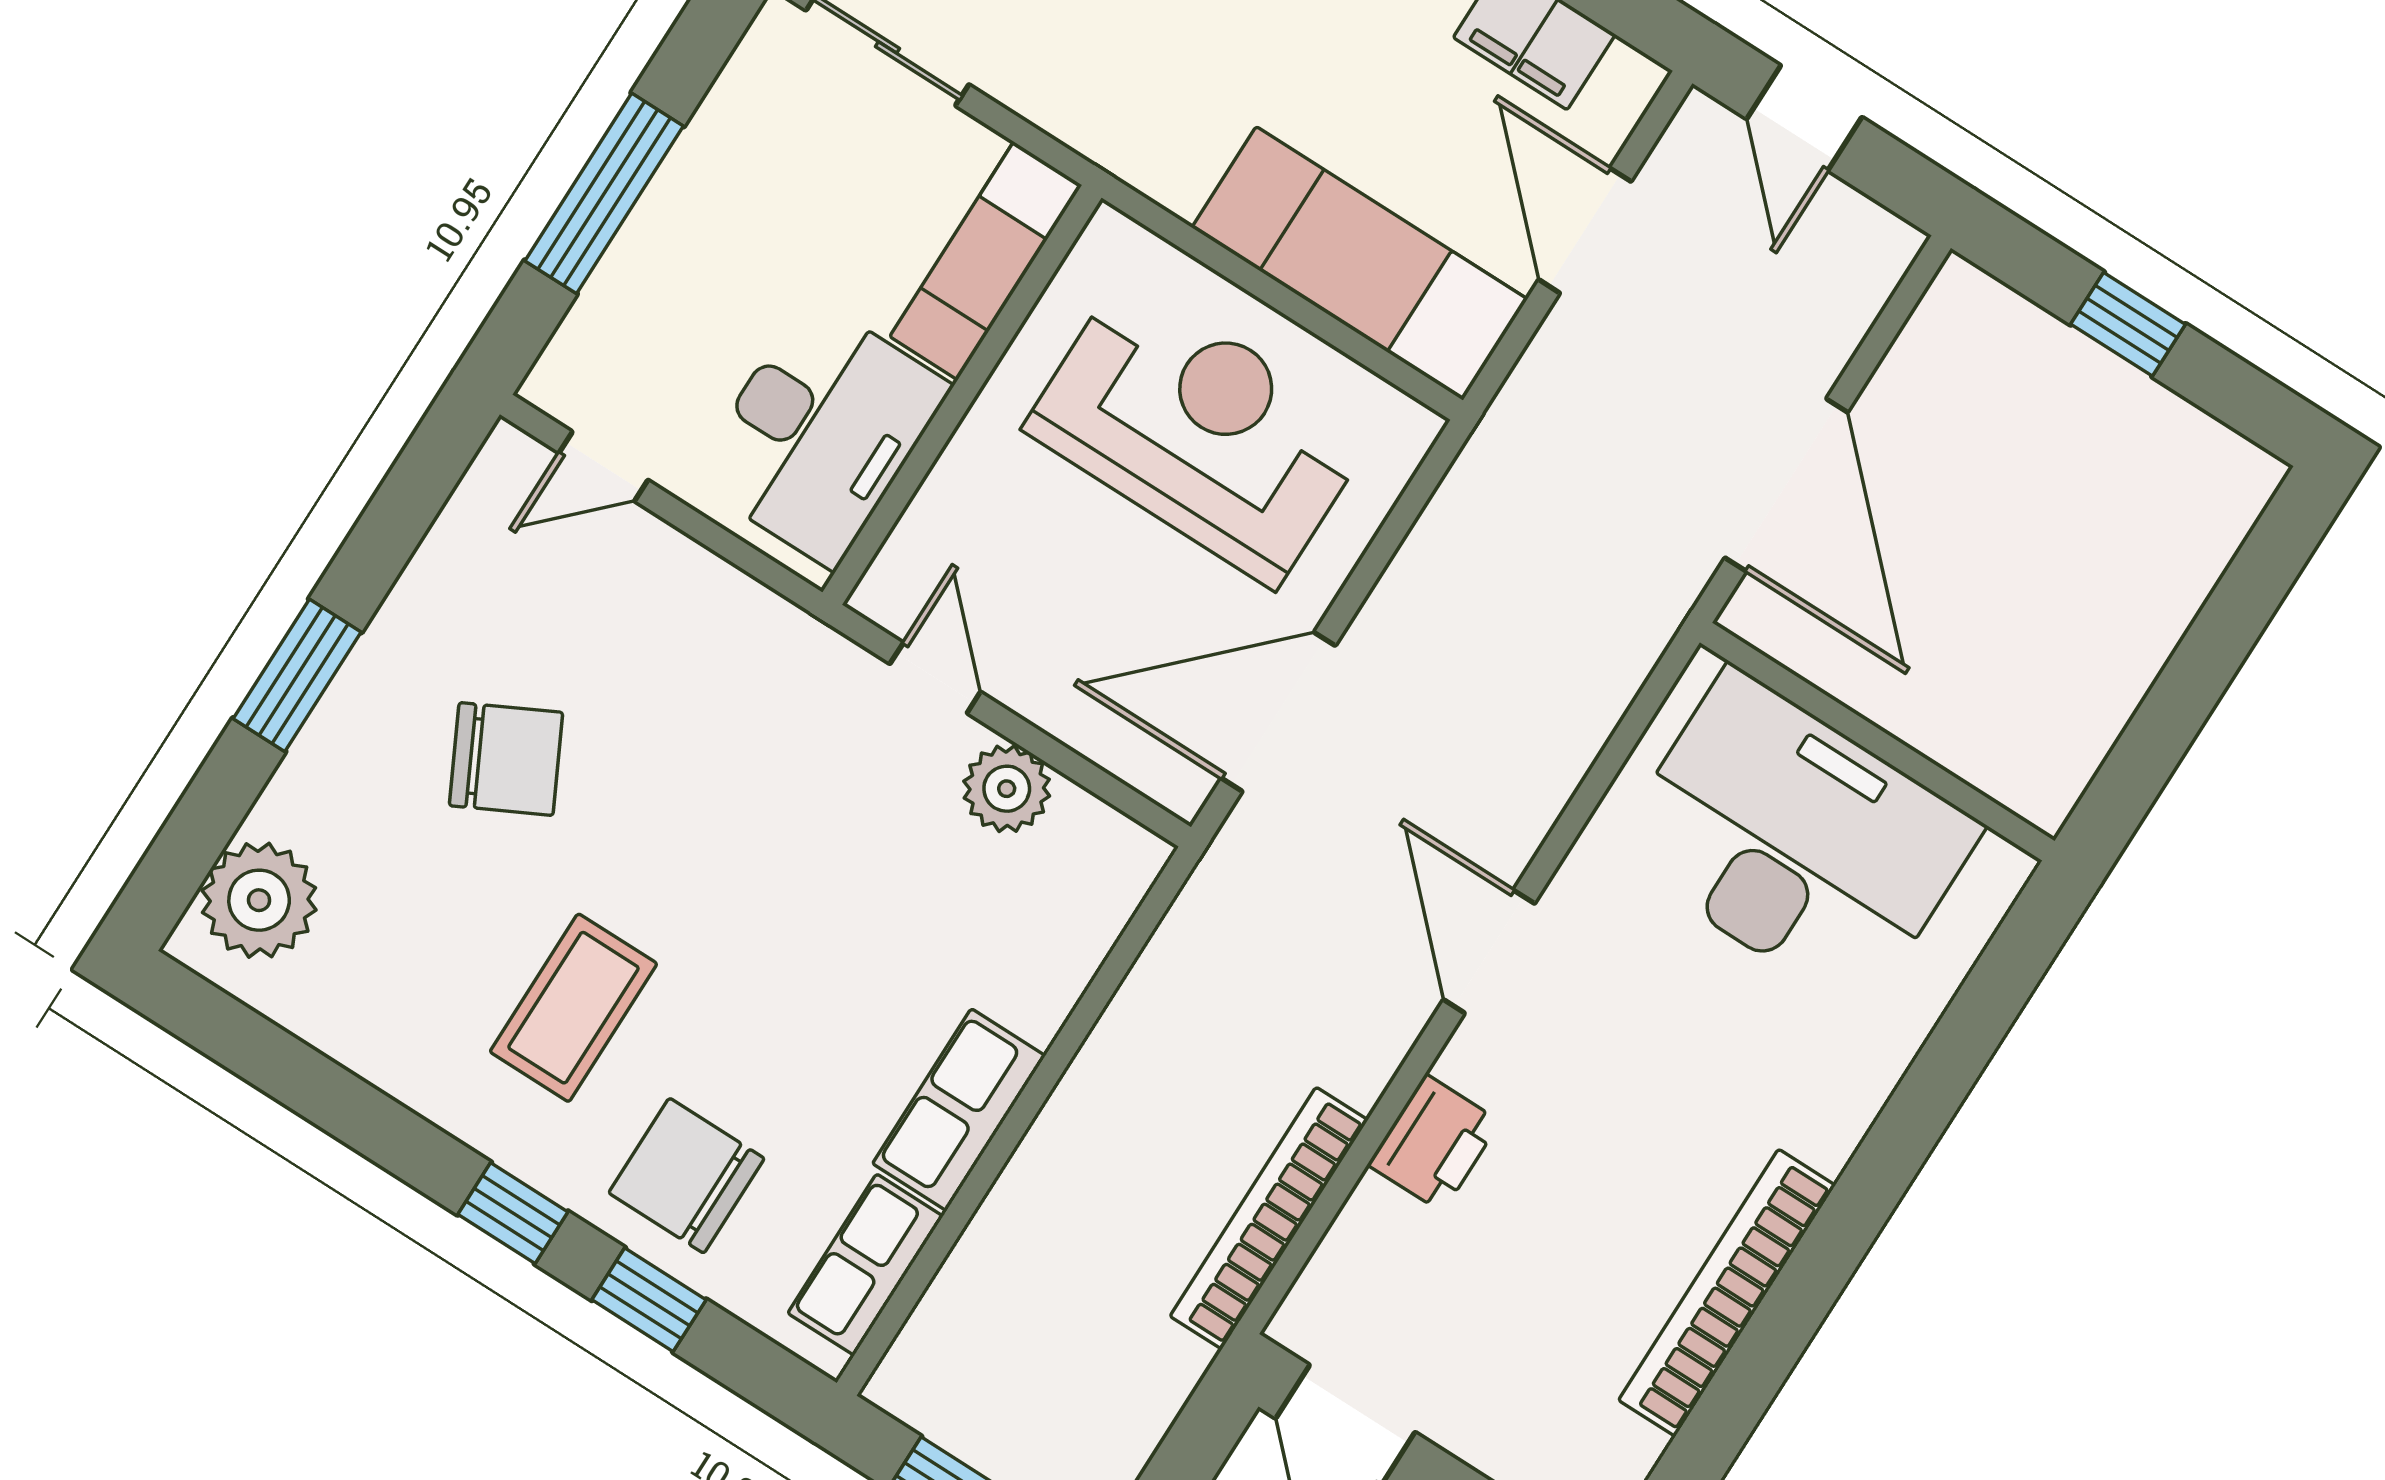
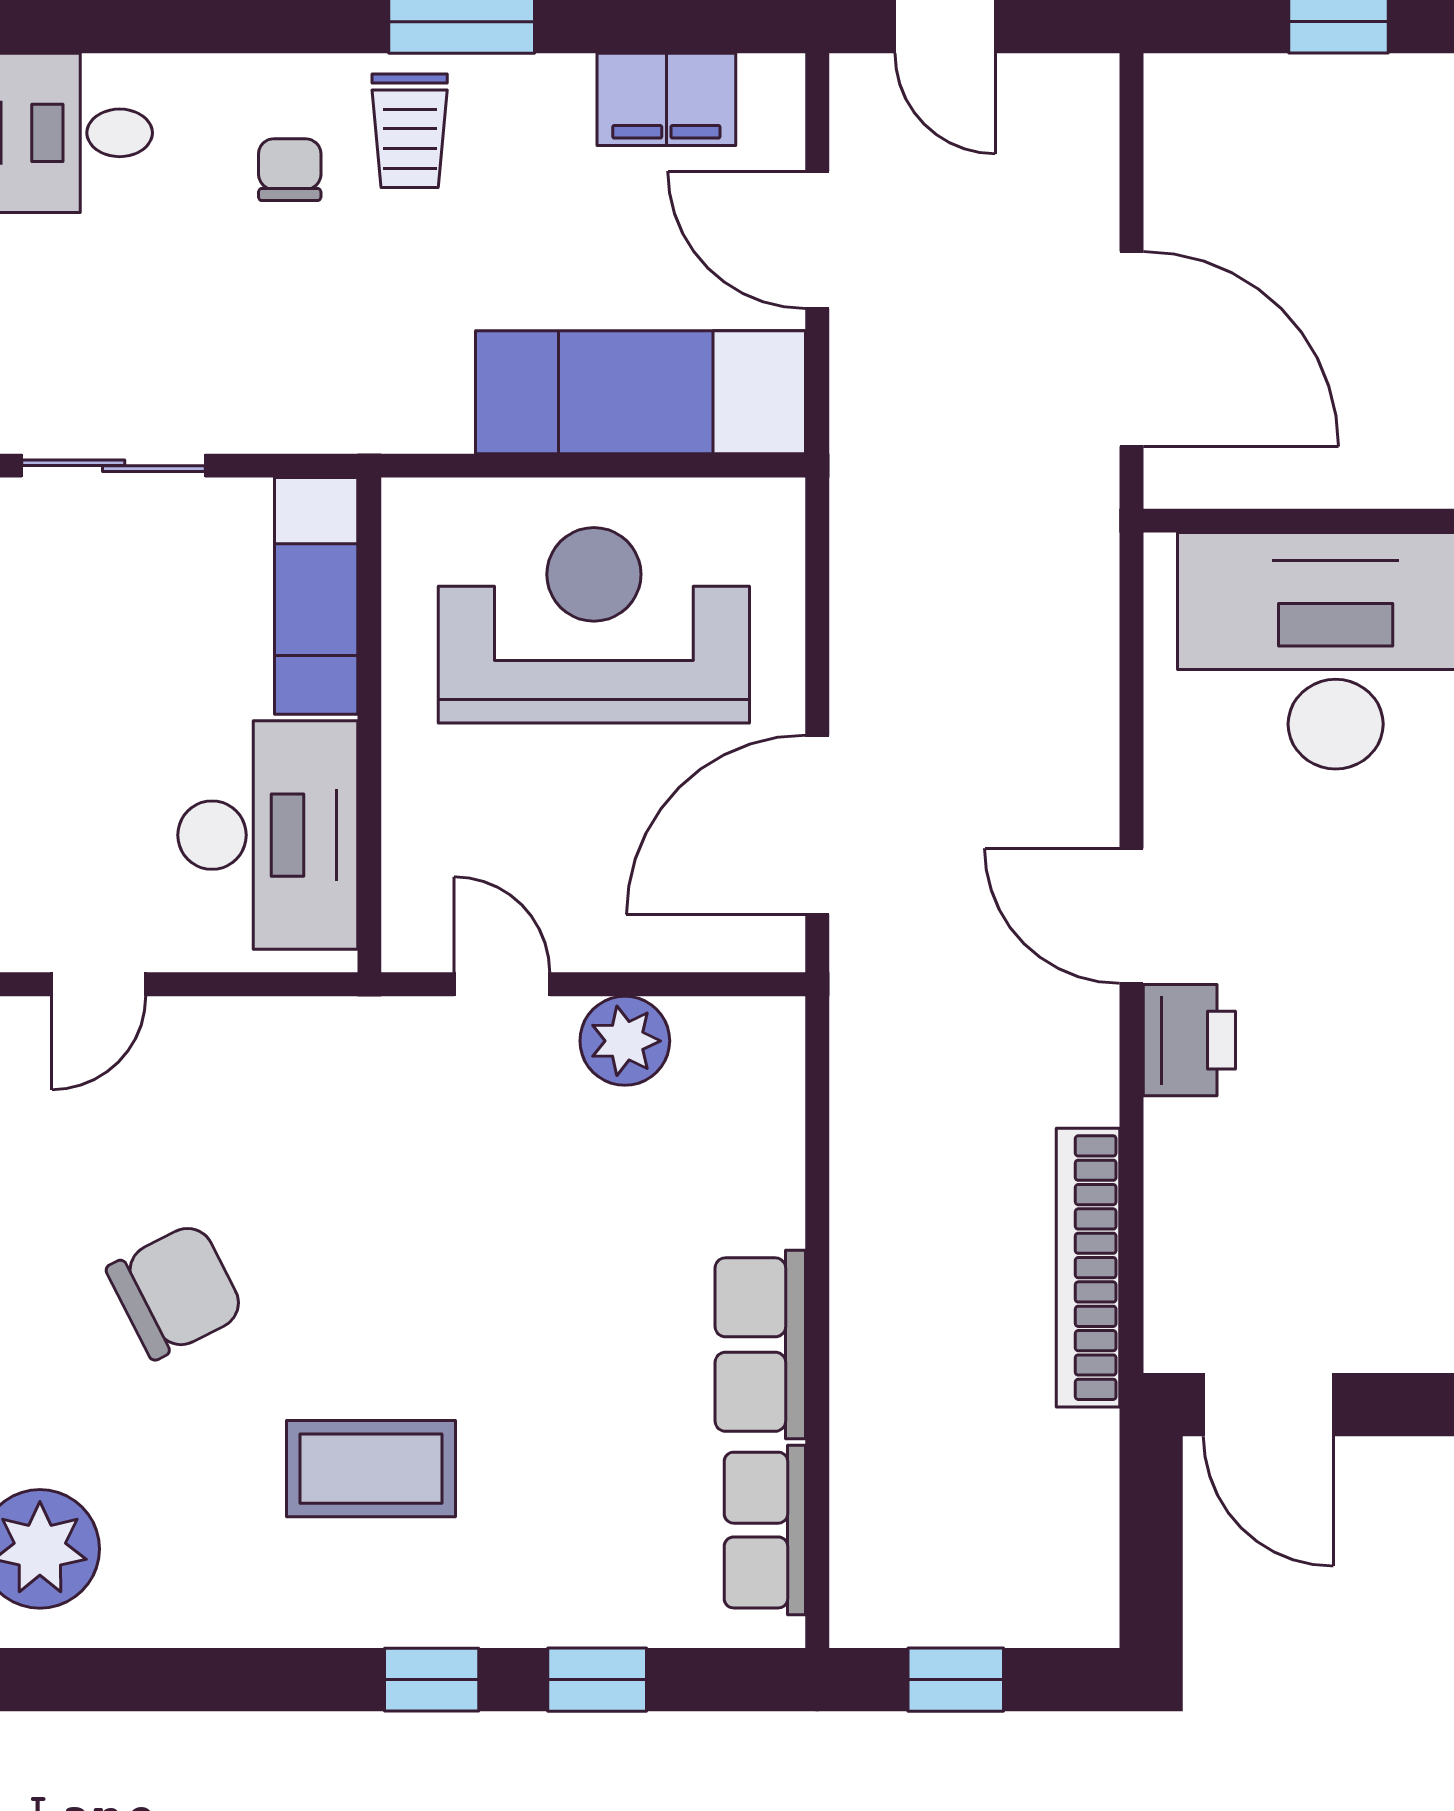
coffee table: (573, 1008) -> (371, 1469), turned 90
printer: (1434, 1143) -> (1189, 1040), moved
chair: (687, 1176) -> (561, 1552), removed

